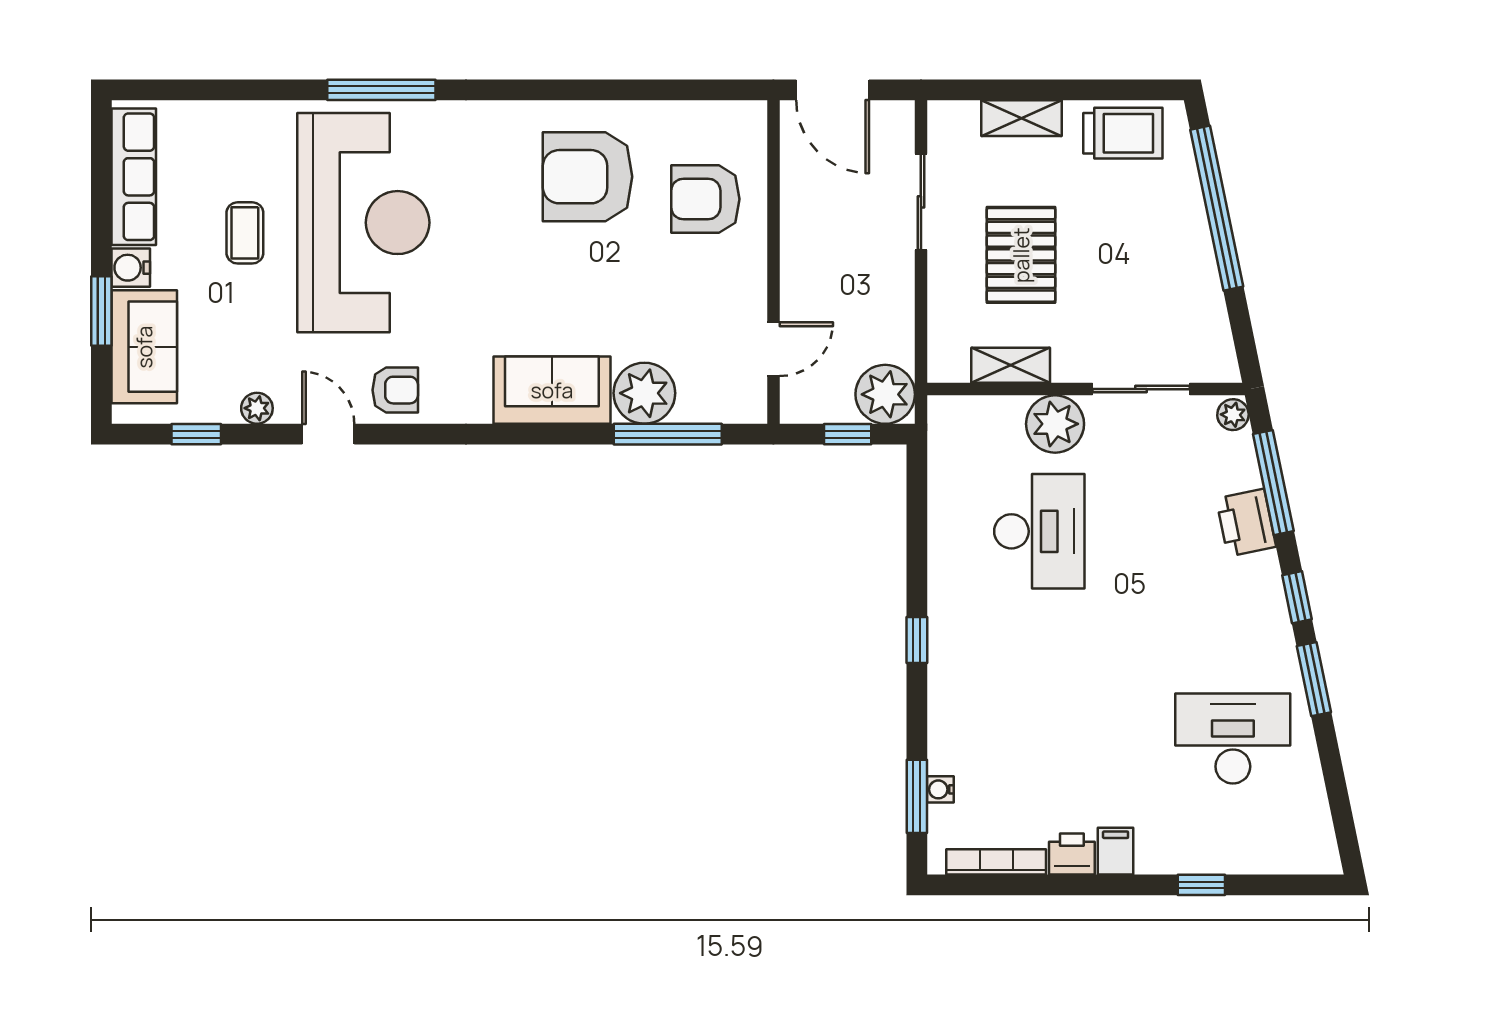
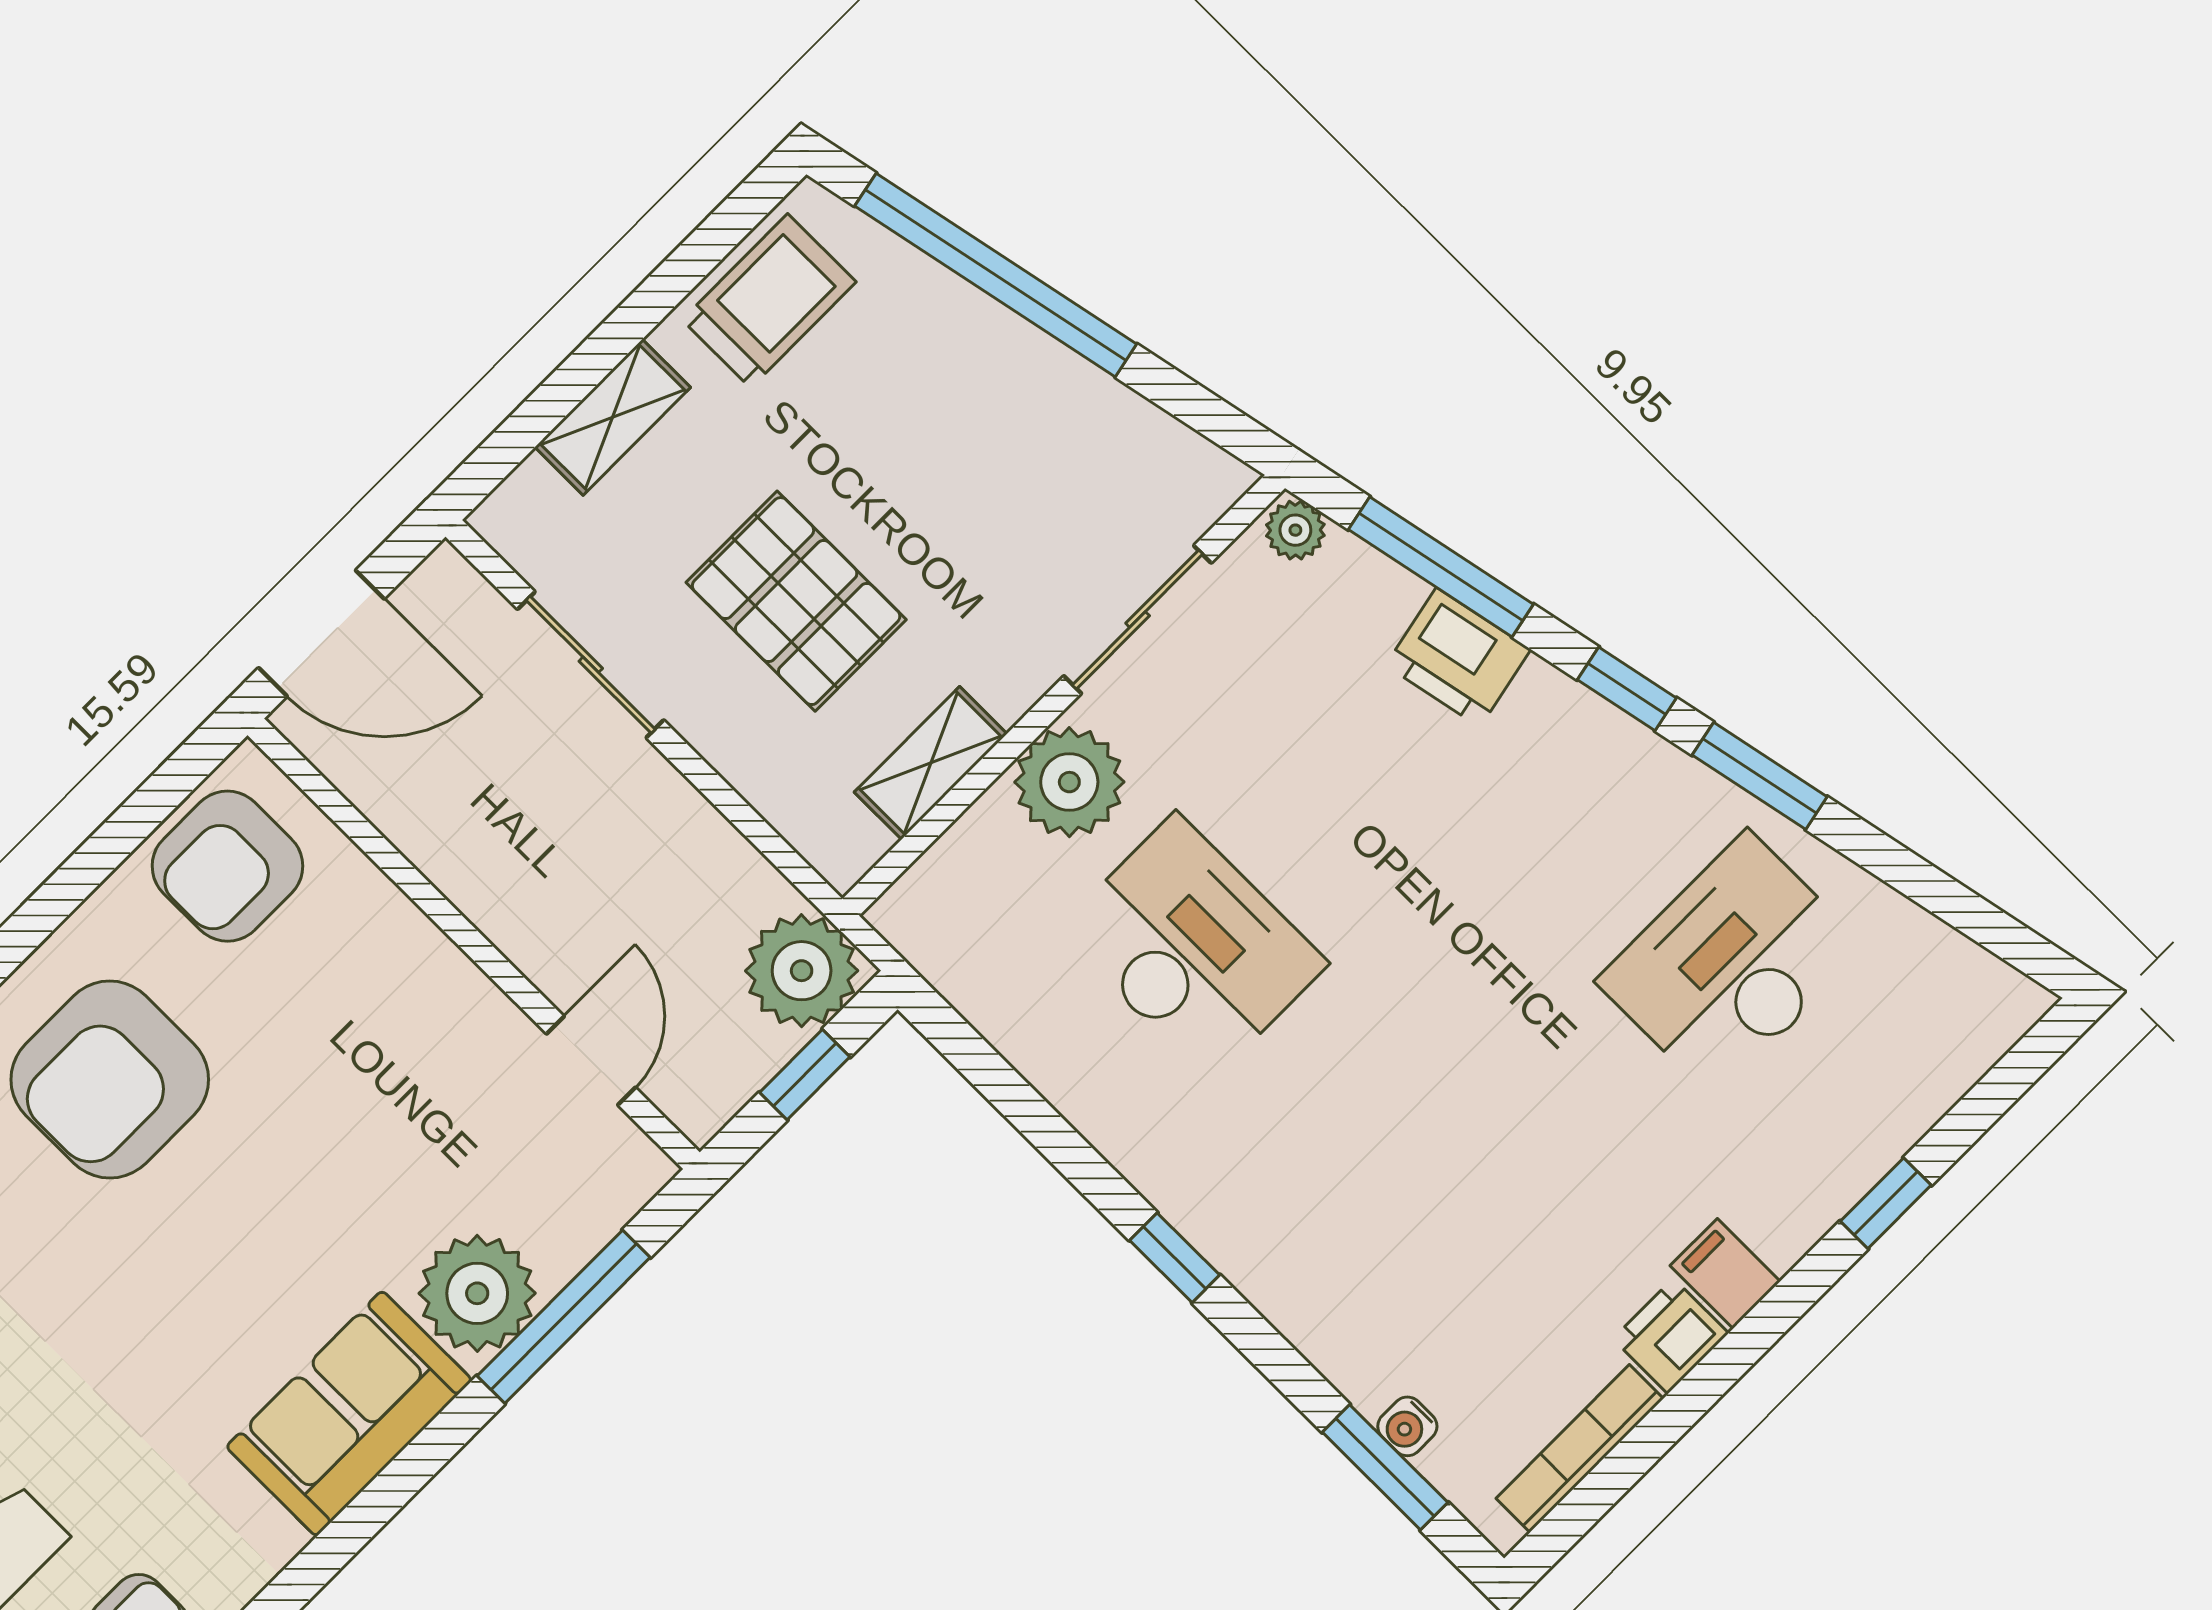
armchair: (705, 199) -> (227, 866), moved

